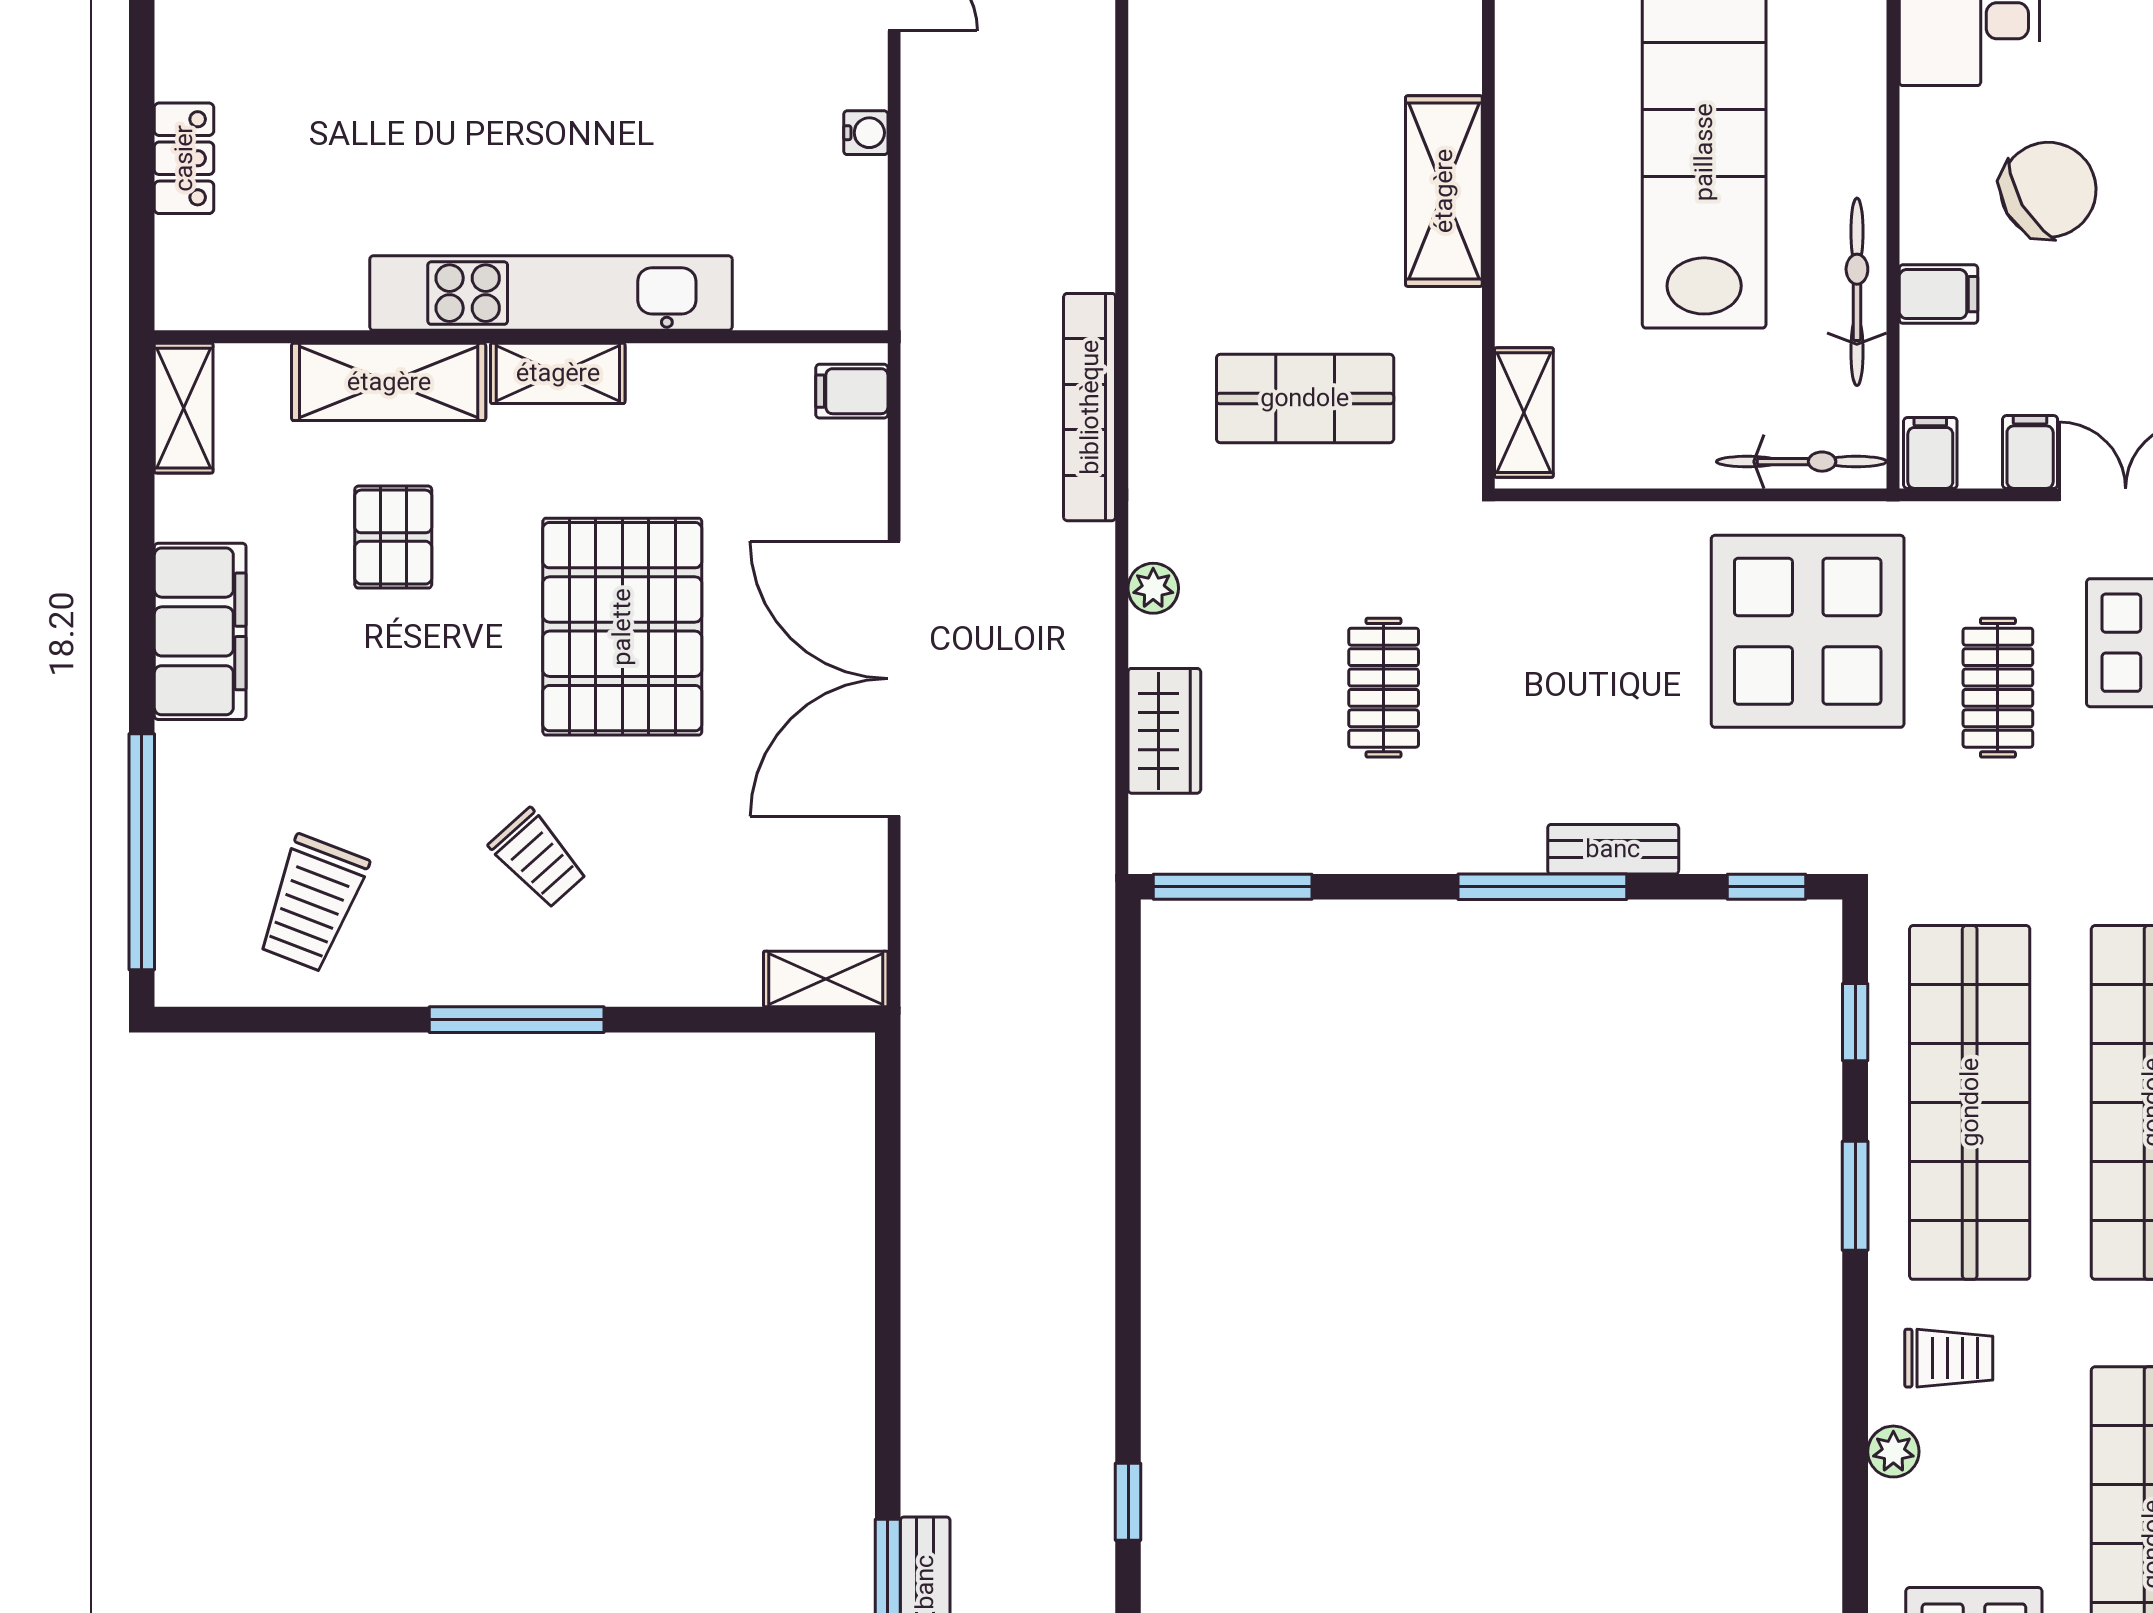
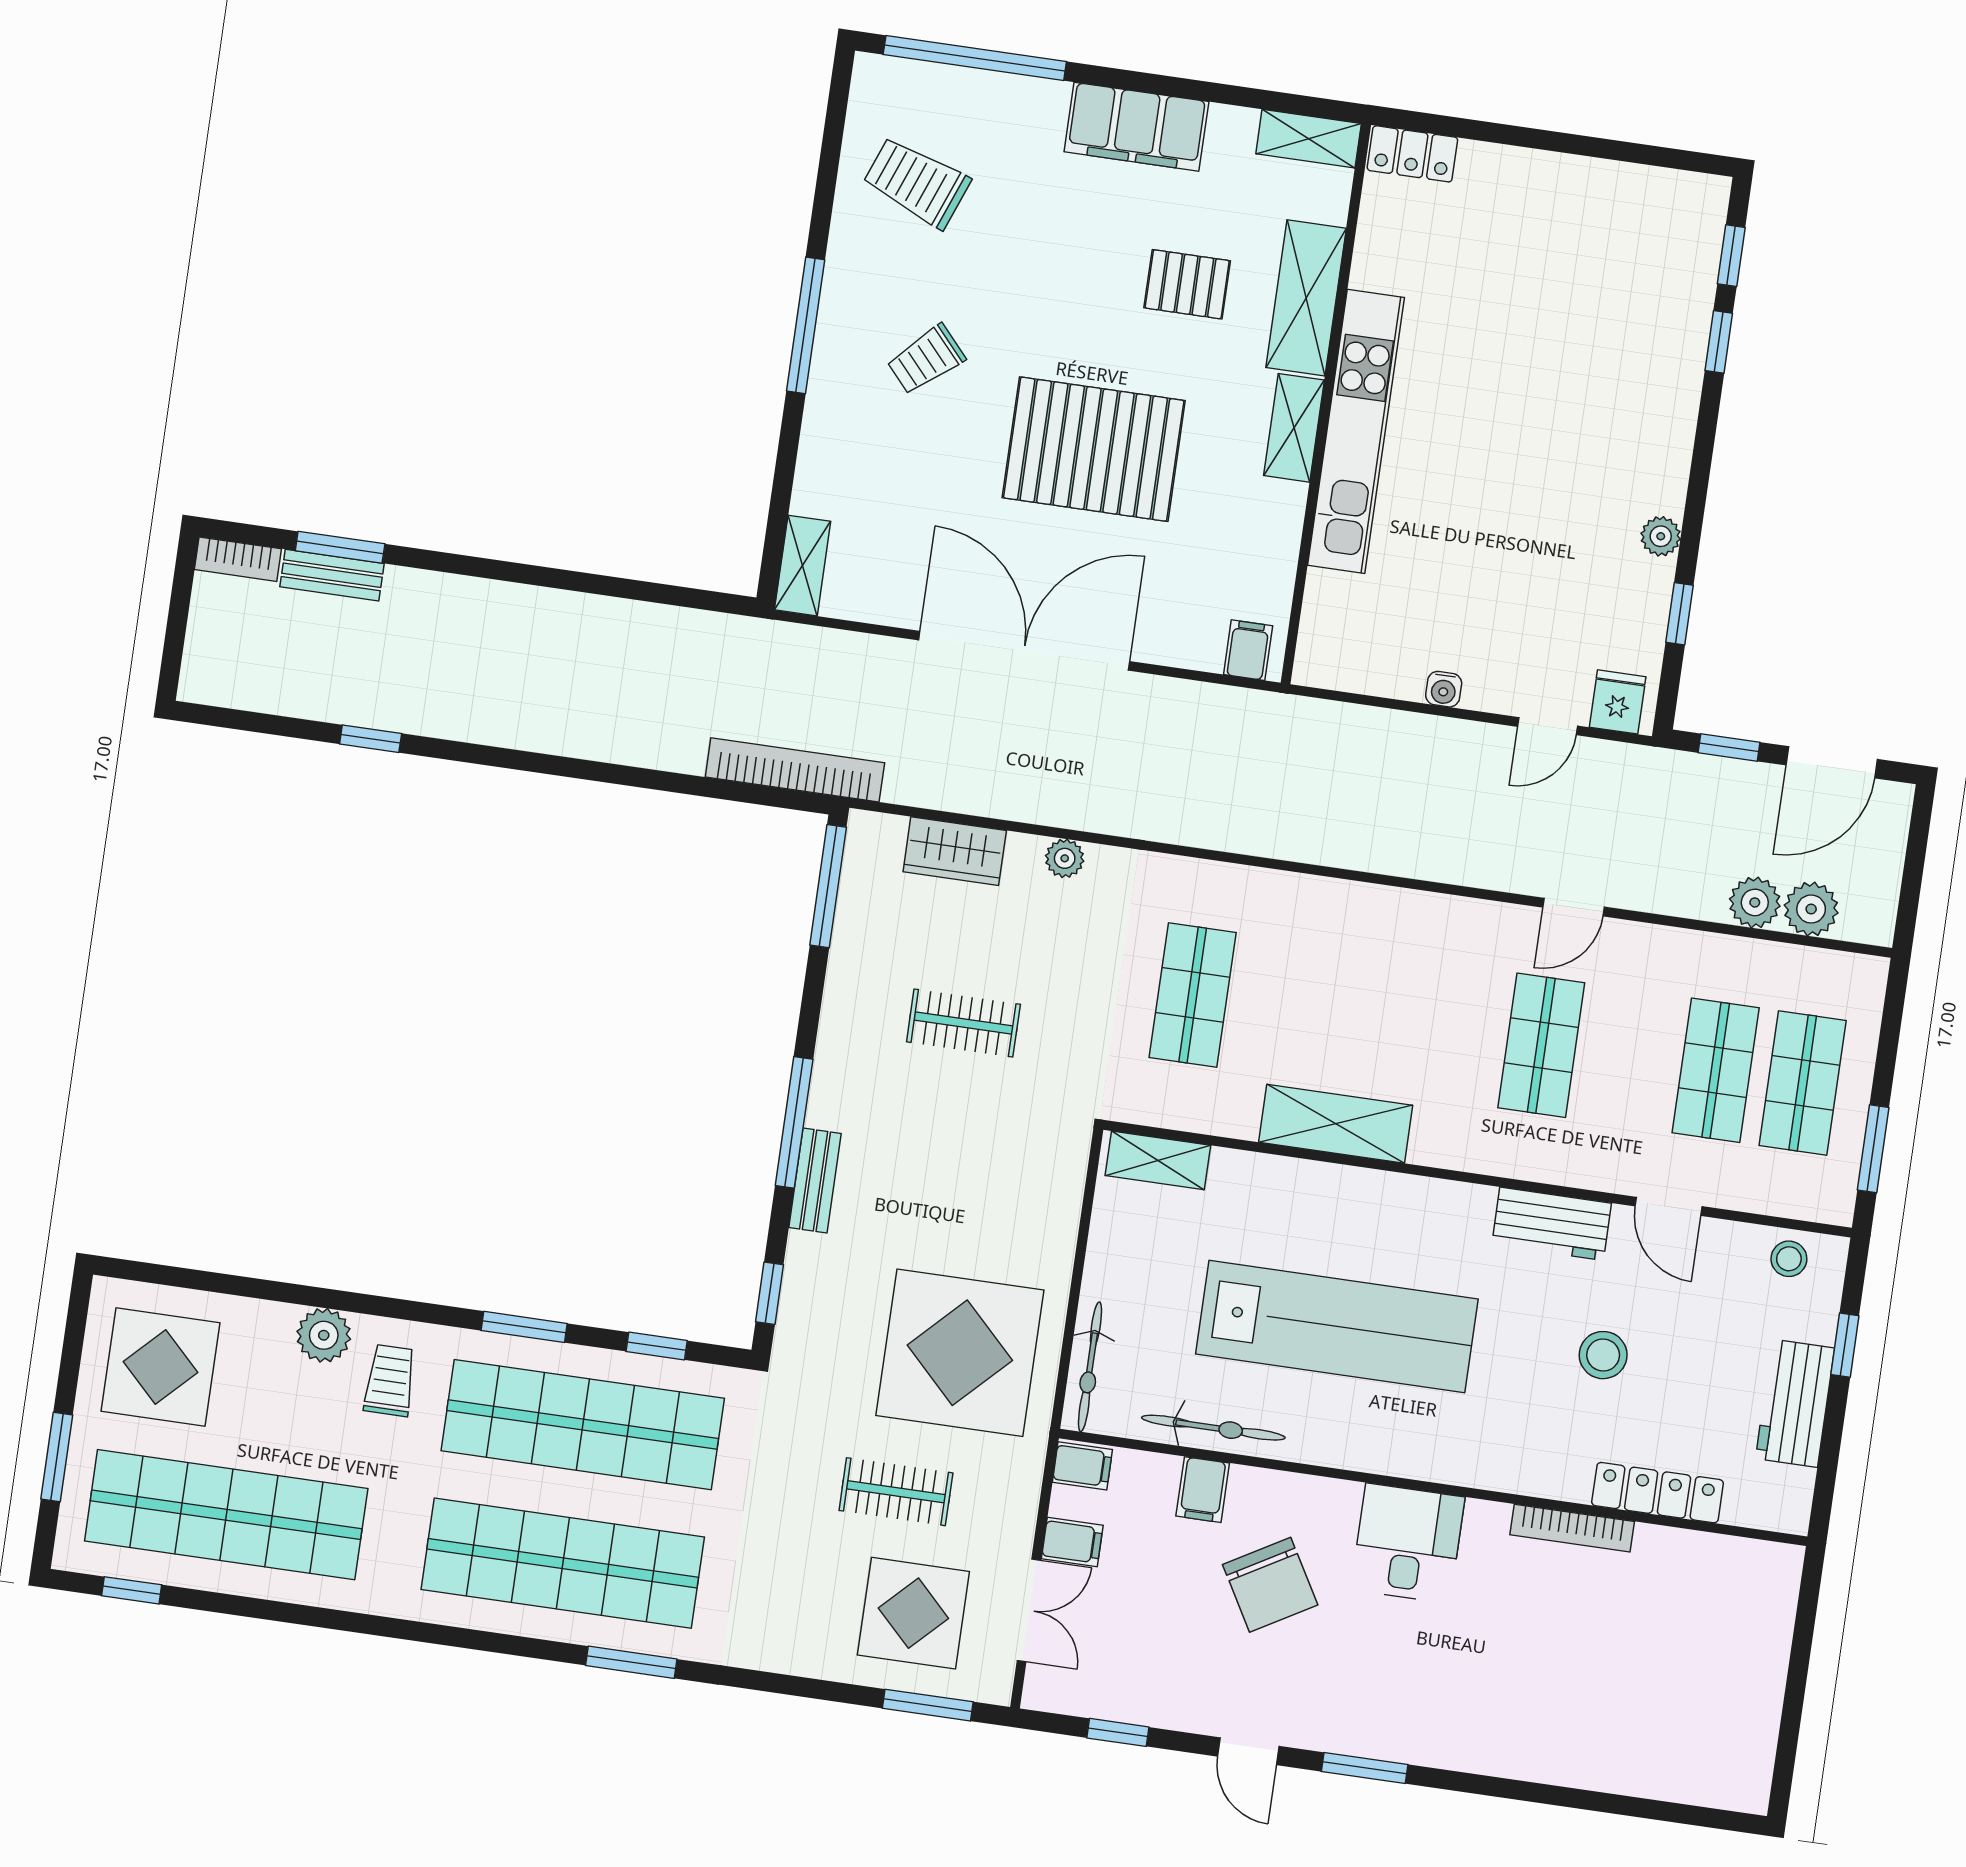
locker: (184, 158) -> (1412, 154), moved
bookcase: (1090, 407) -> (795, 770), moved
trolley: (1949, 1358) -> (390, 1380), turned 180
plant: (1893, 1452) -> (324, 1335), width x1.38, depth x1.38

